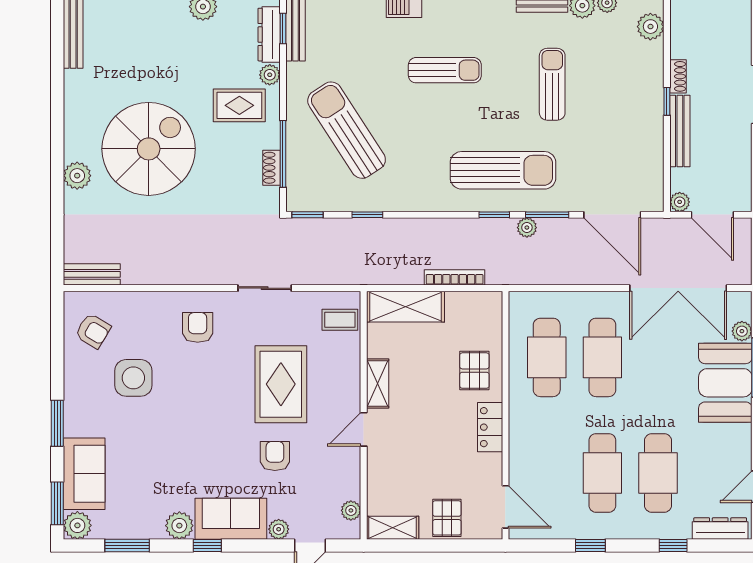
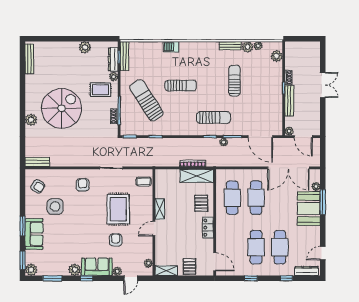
sun lounger: (445, 70) -> (181, 86), moved
sun lounger: (503, 170) -> (213, 118), width x0.73, depth x0.75
shelving: (406, 307) -> (197, 176), moved
sofa: (84, 474) -> (34, 234), moved

